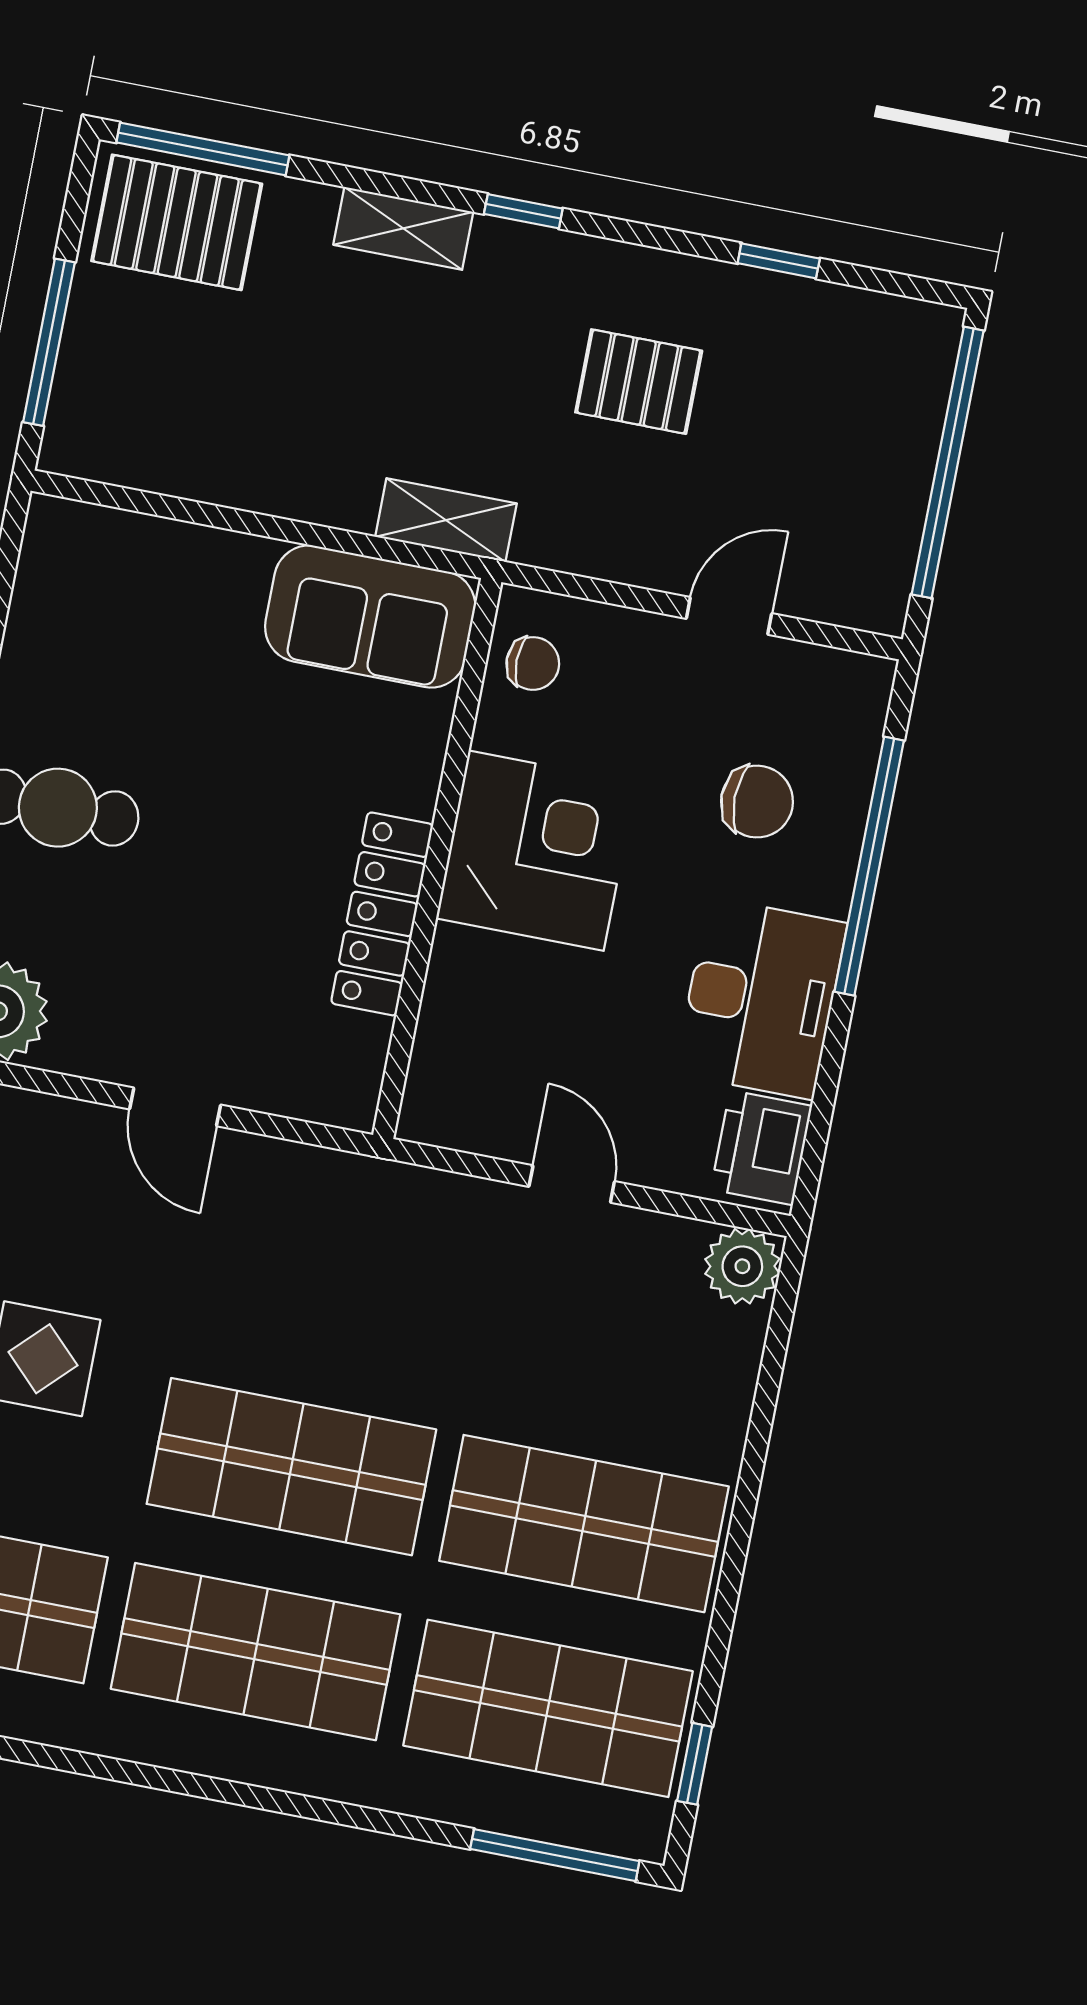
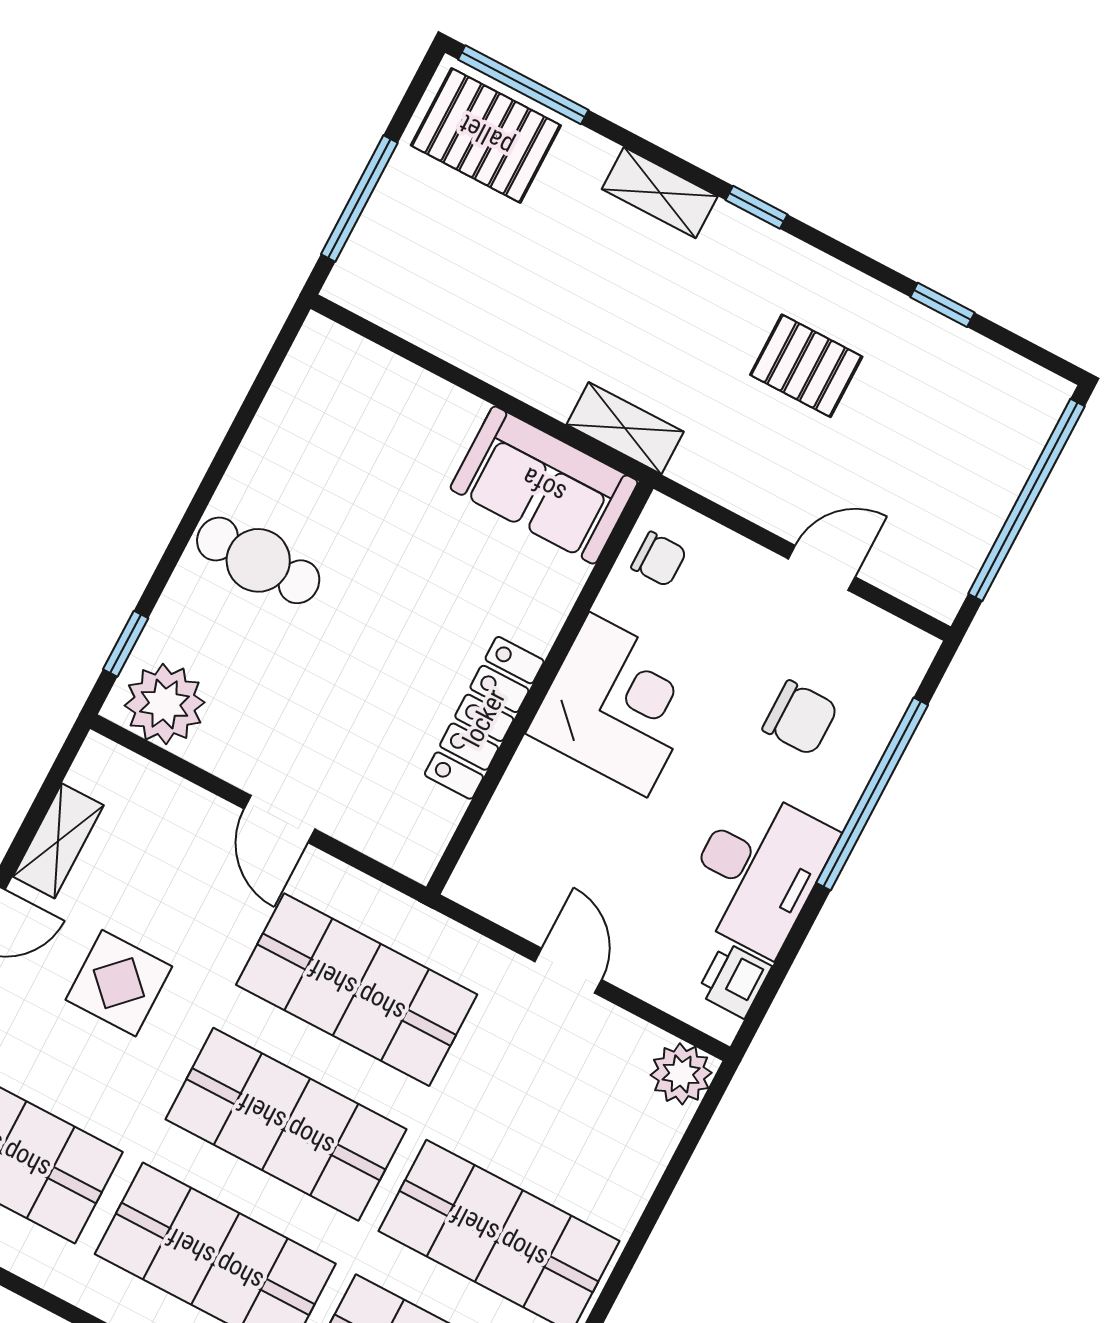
printer: (761, 1148) -> (734, 980), width x0.73, depth x0.81
shop shelf: (327, 1282) -> (357, 990), added

